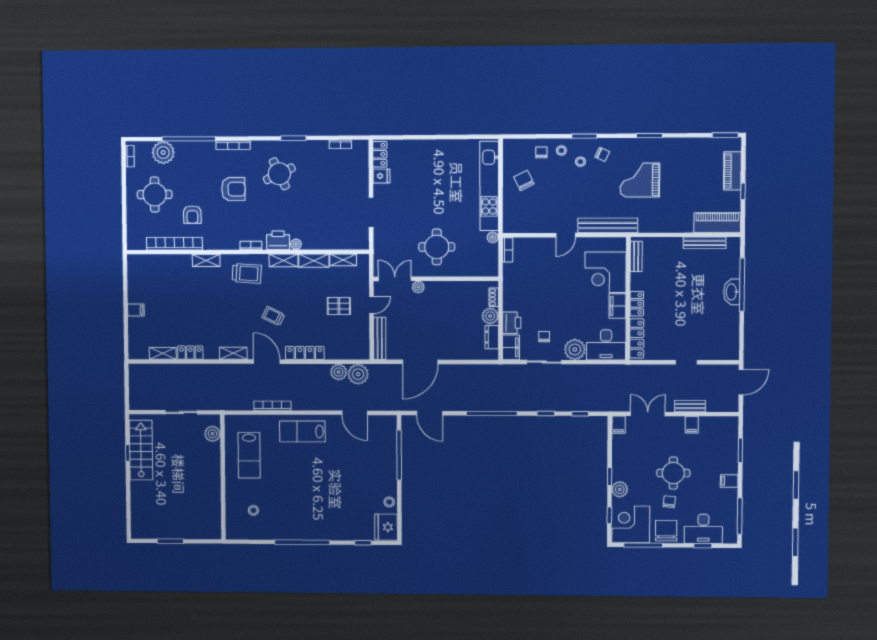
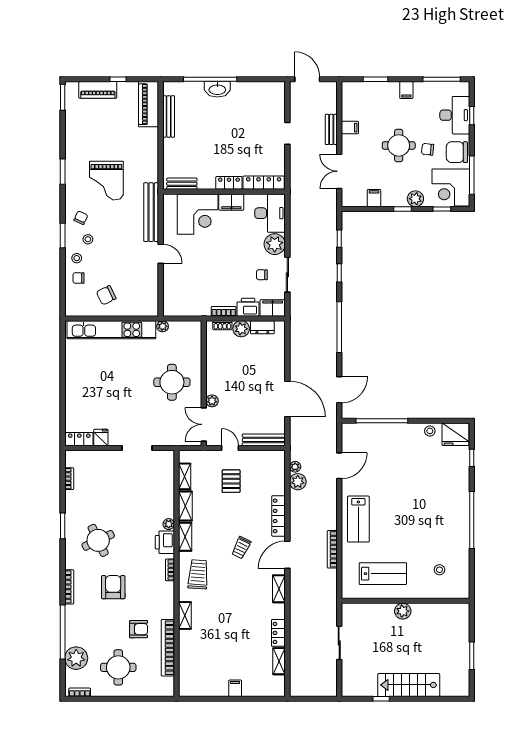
bookcase: (508, 250) -> (224, 311), moved
plant: (358, 374) -> (295, 467), width x0.53, depth x0.53
filing cabinet: (619, 425) -> (374, 198), moved, turned -90
plant: (212, 434) -> (403, 611), moved
stairs: (141, 450) -> (409, 685), moved

